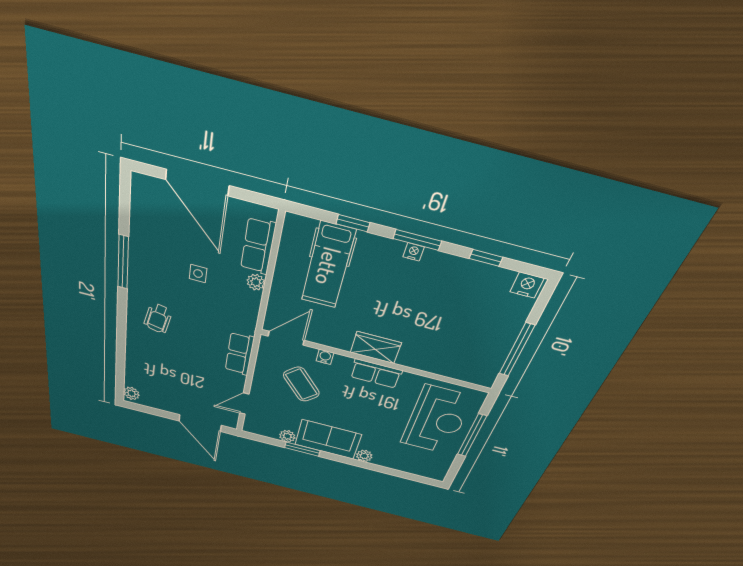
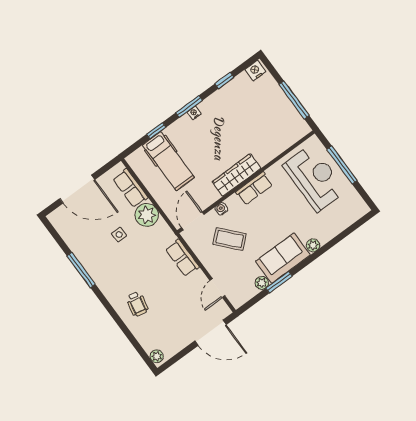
plant: (256, 282) -> (147, 215), width x1.88, depth x1.88
wheelchair: (158, 318) -> (137, 304), moved
wardrobe: (376, 348) -> (236, 175), width x1.50

